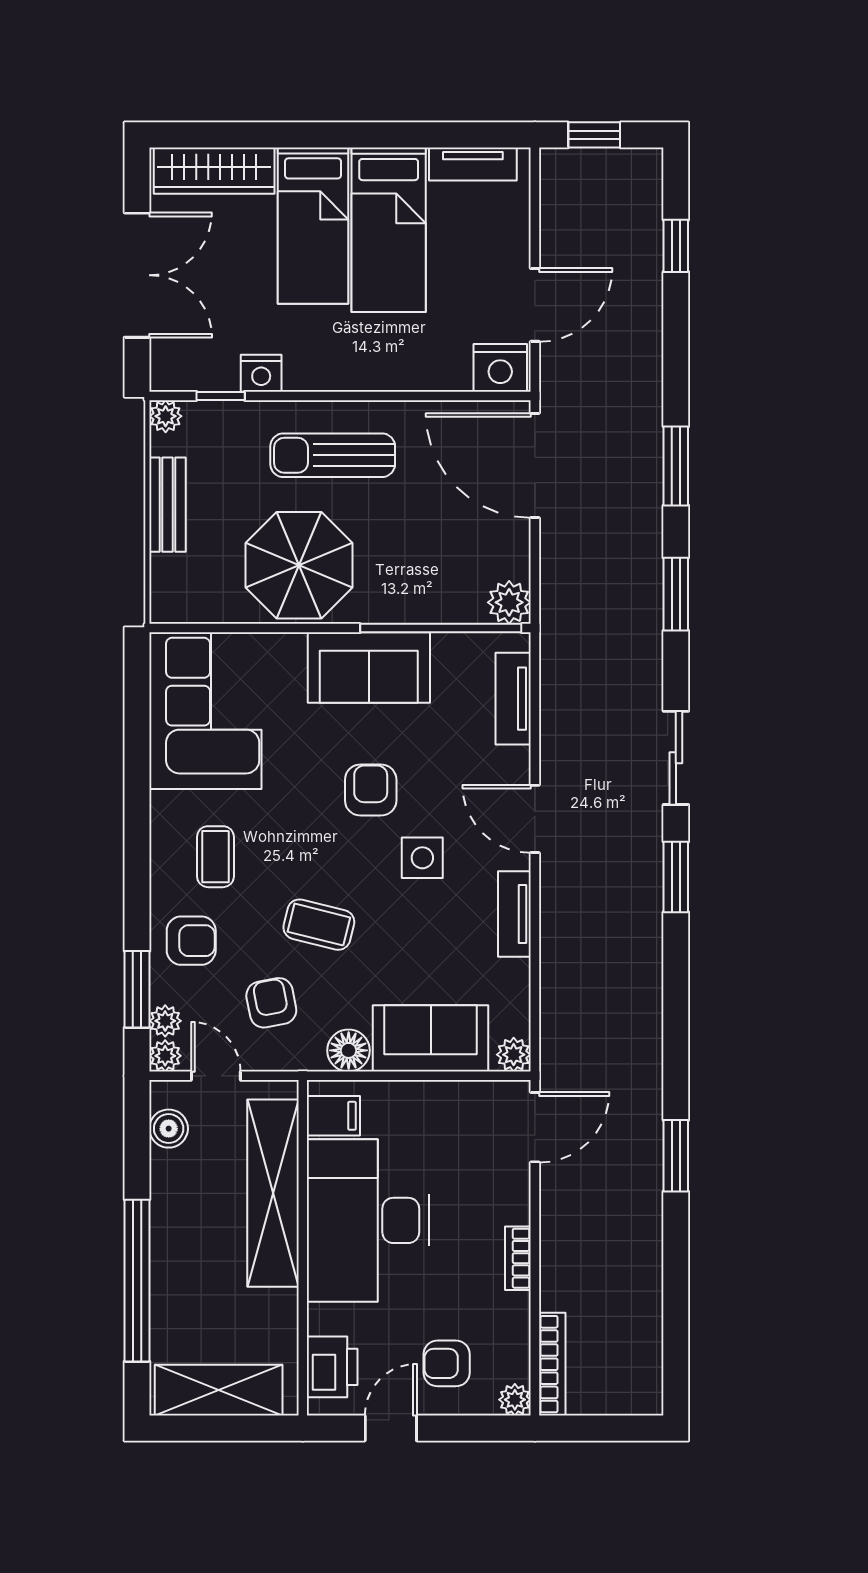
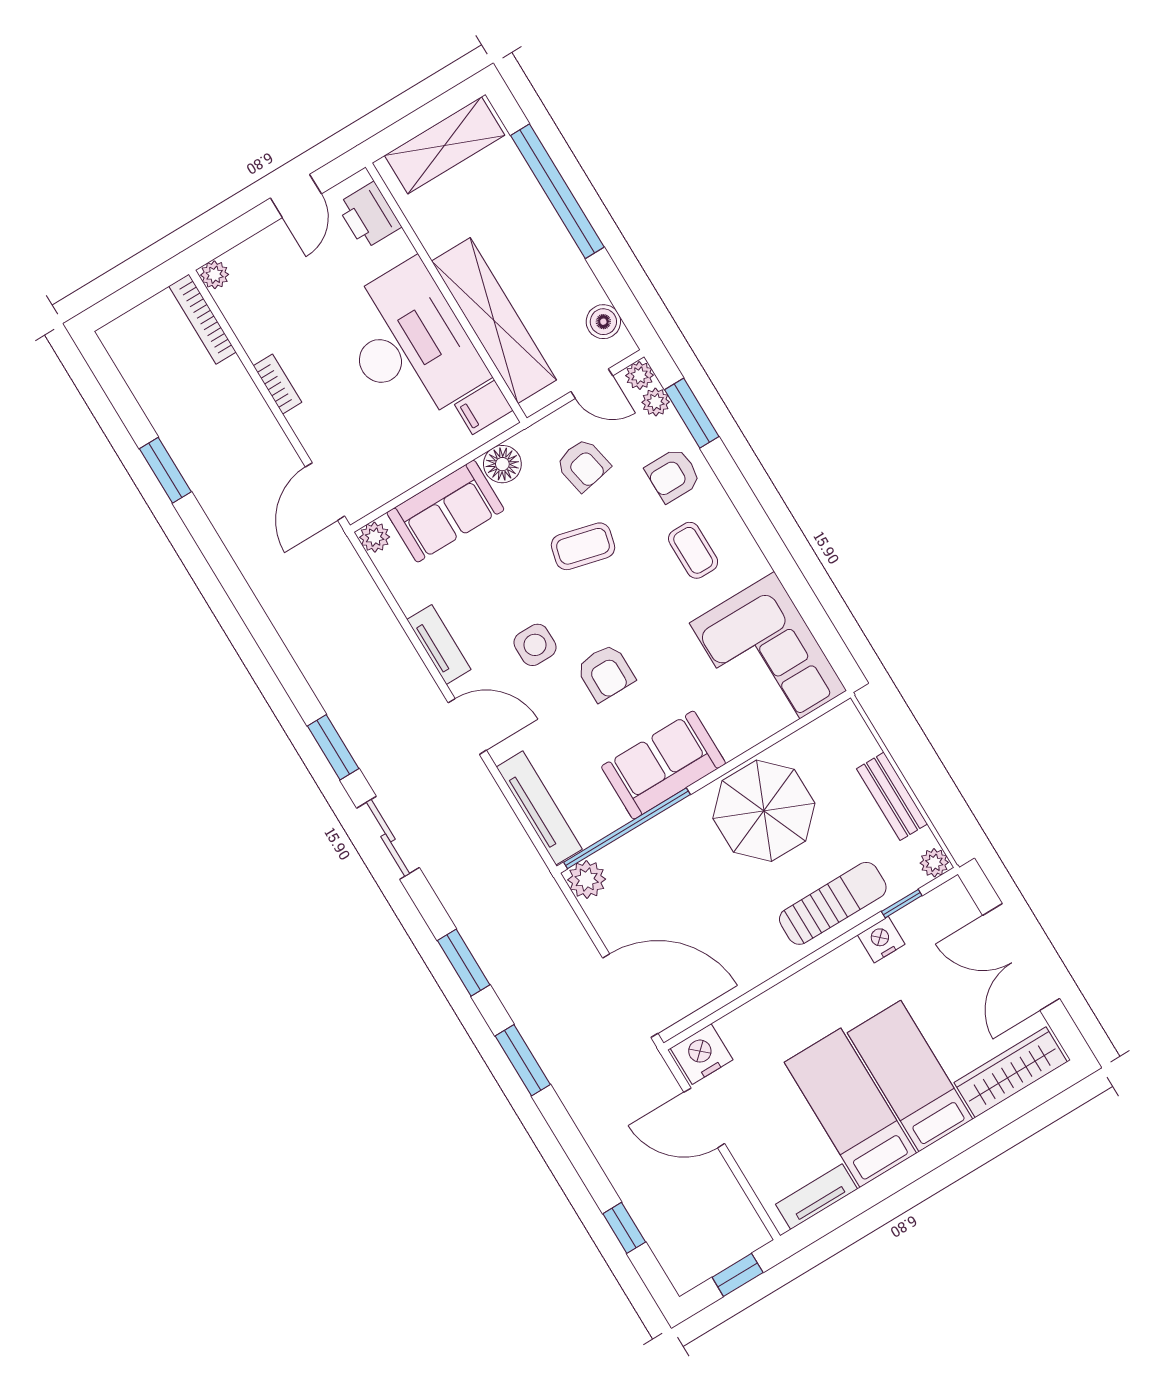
door: (535, 305) -> (704, 1118), hinge flipped
sun lounger: (333, 455) -> (833, 903), moved
tv unit: (513, 699) -> (539, 808), width x1.41
window: (676, 1156) -> (165, 470), moved
armchair: (447, 1363) -> (283, 271), removed

